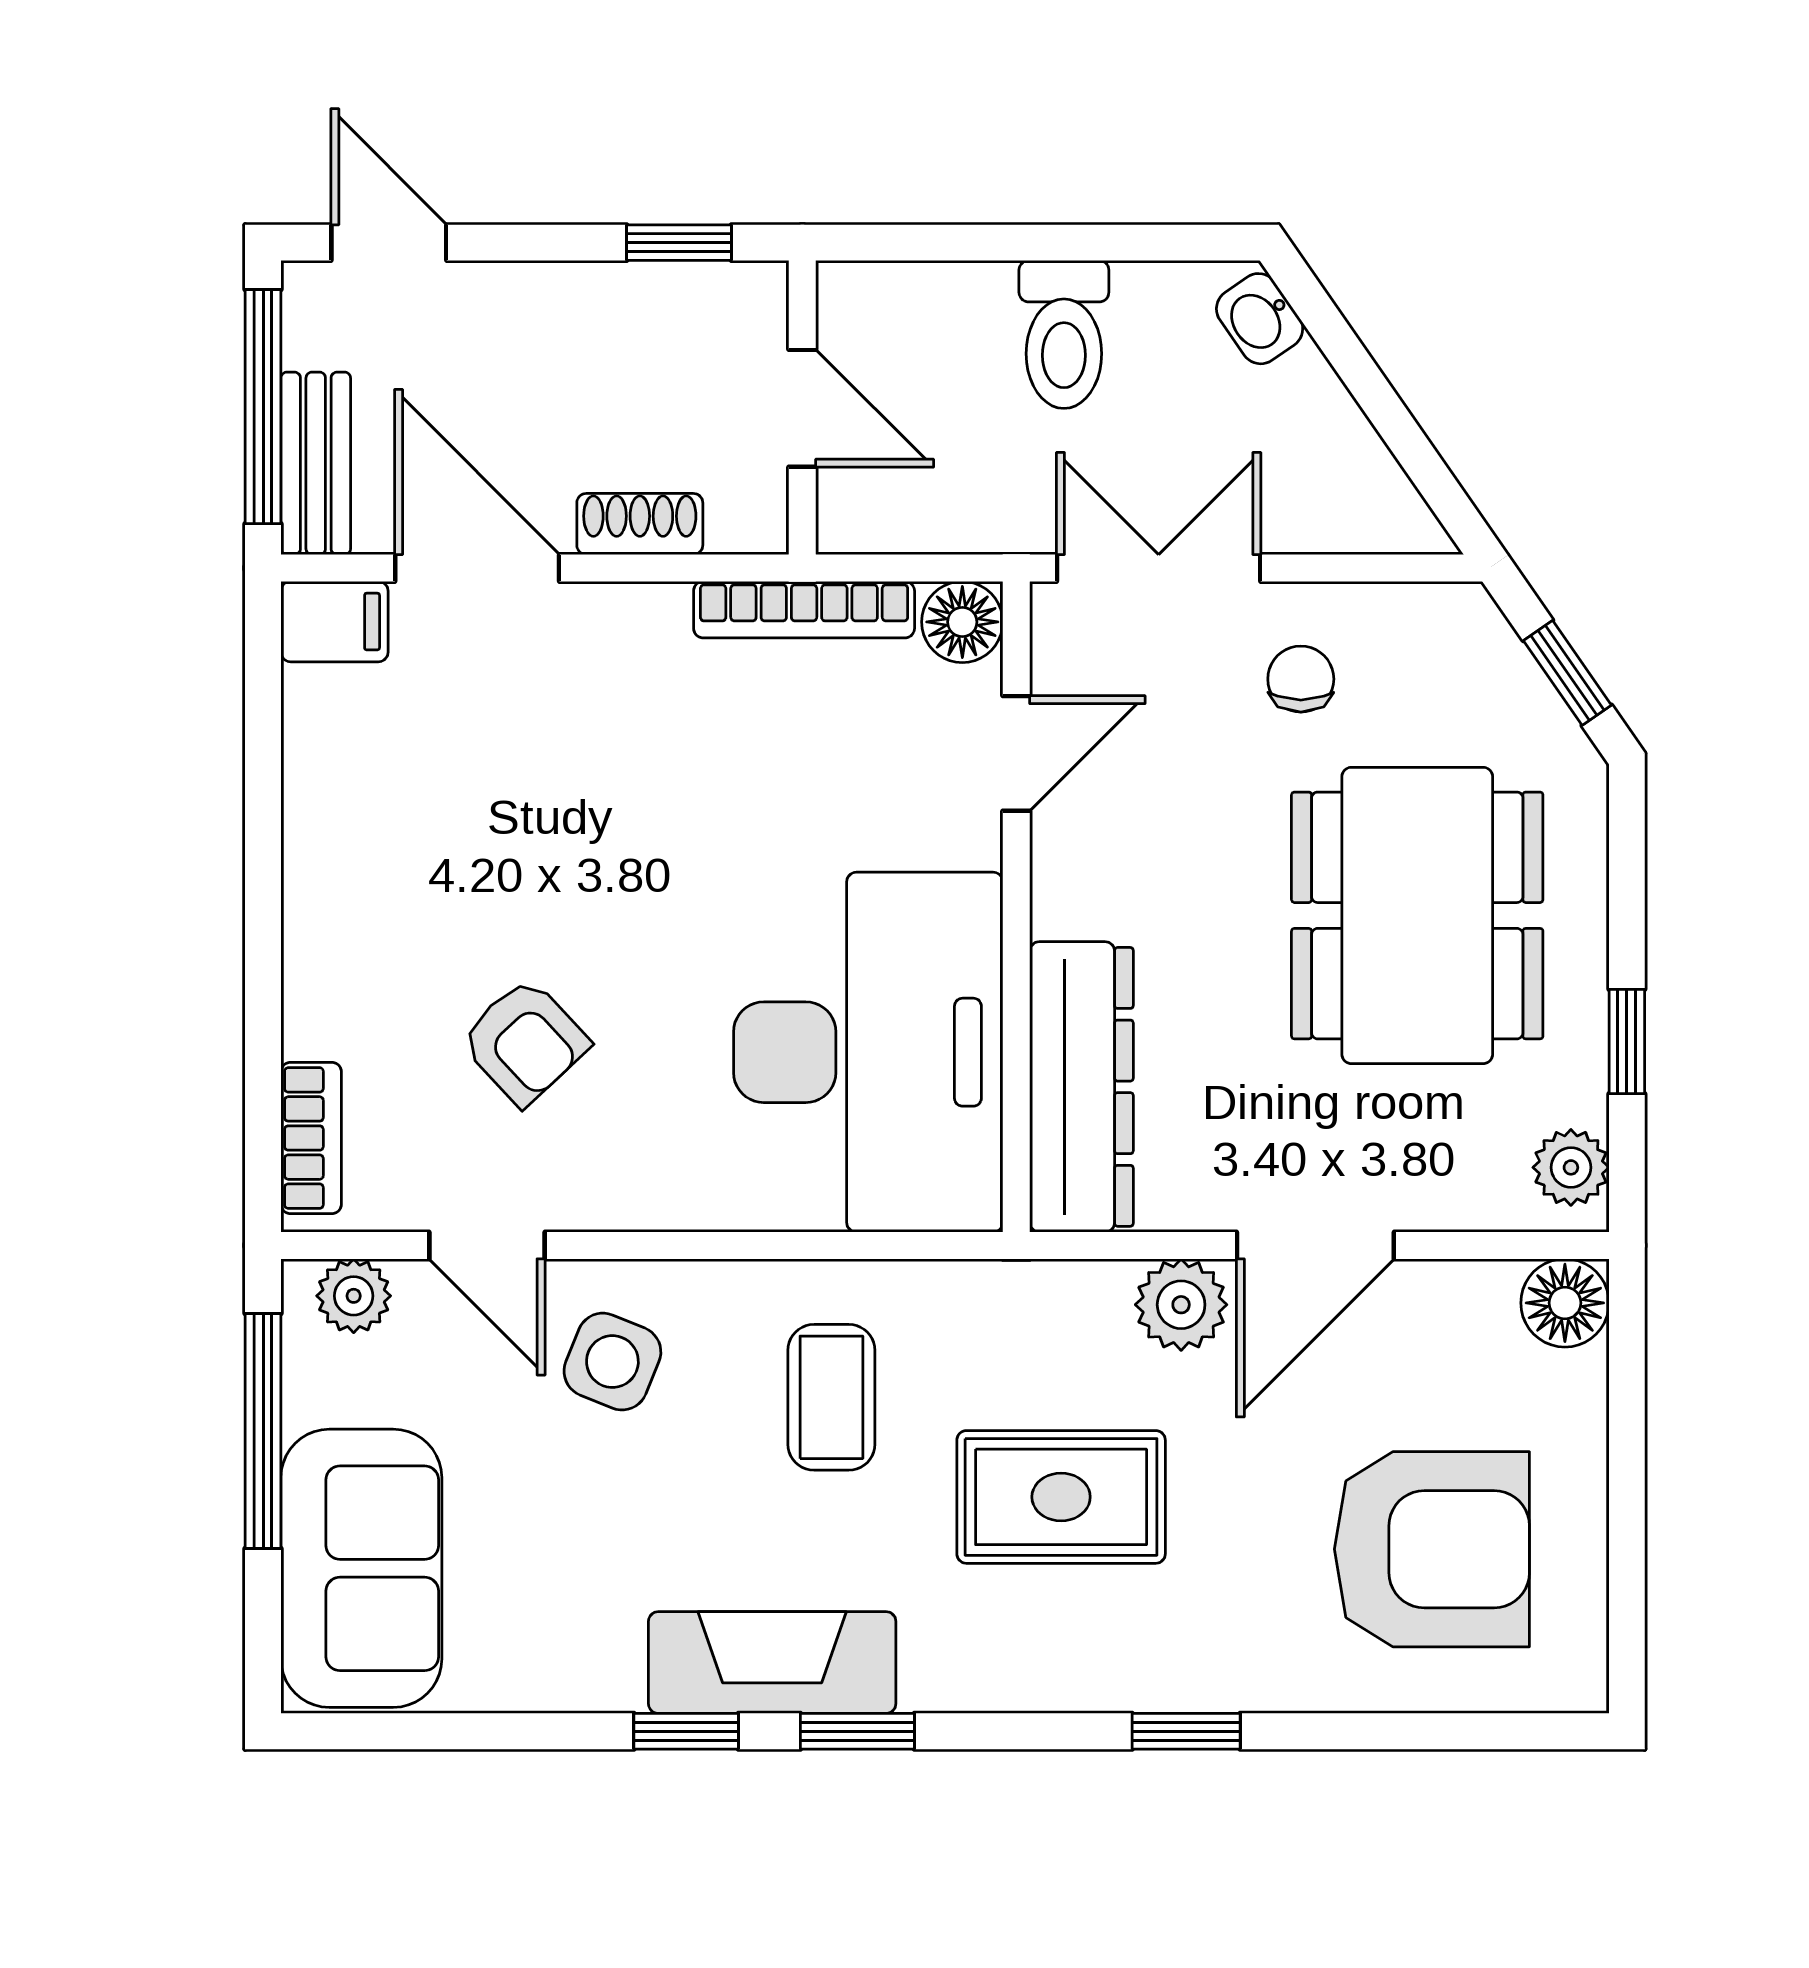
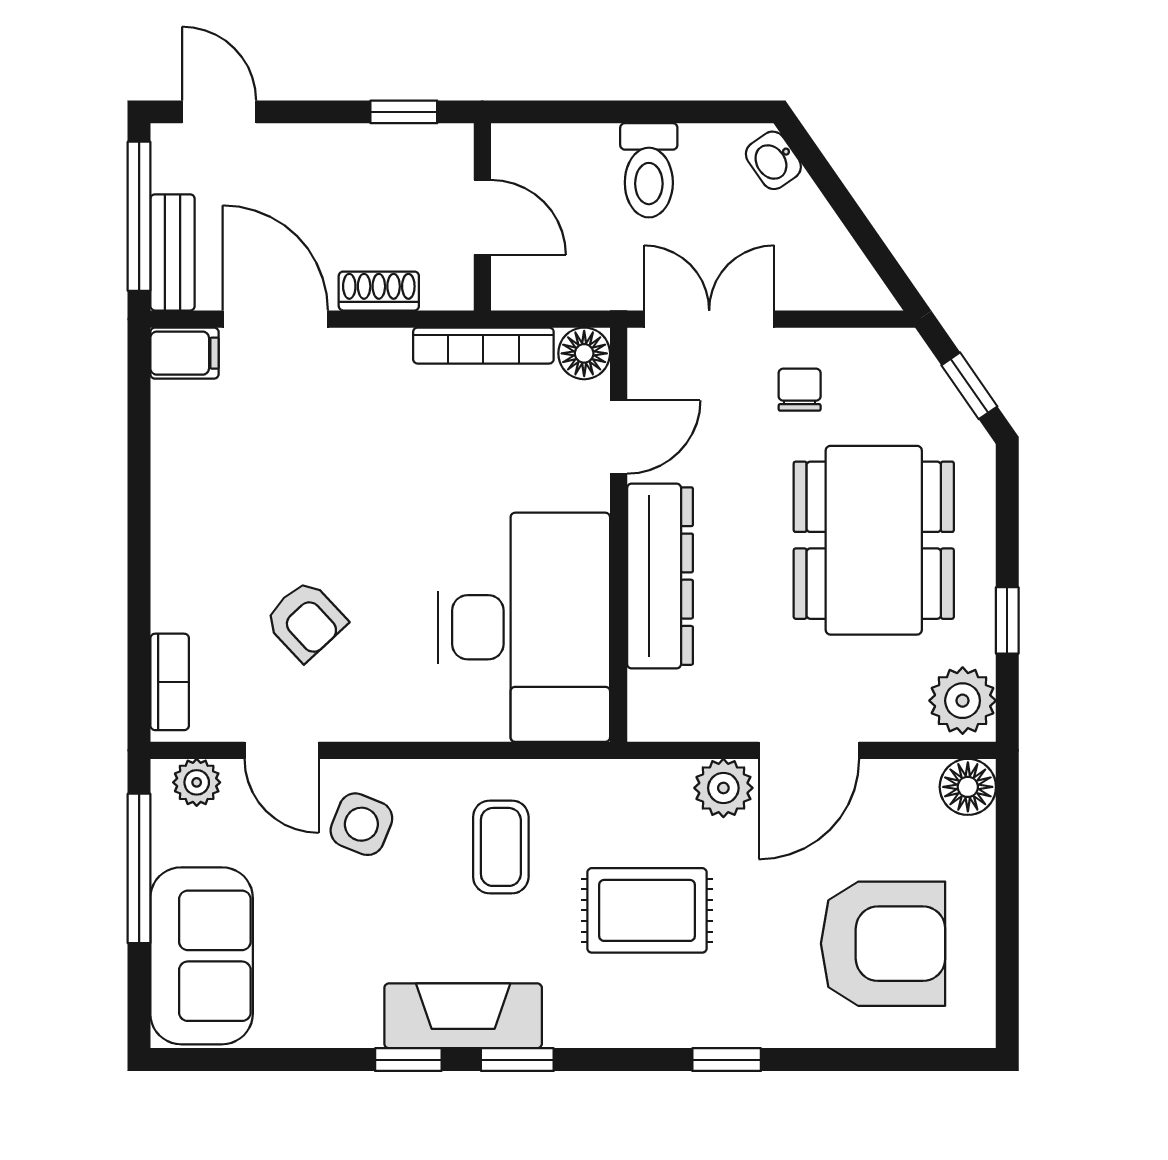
dresser: (1081, 1087) -> (660, 576), moved
plant: (1571, 1167) -> (963, 701), width x1.38, depth x1.38

